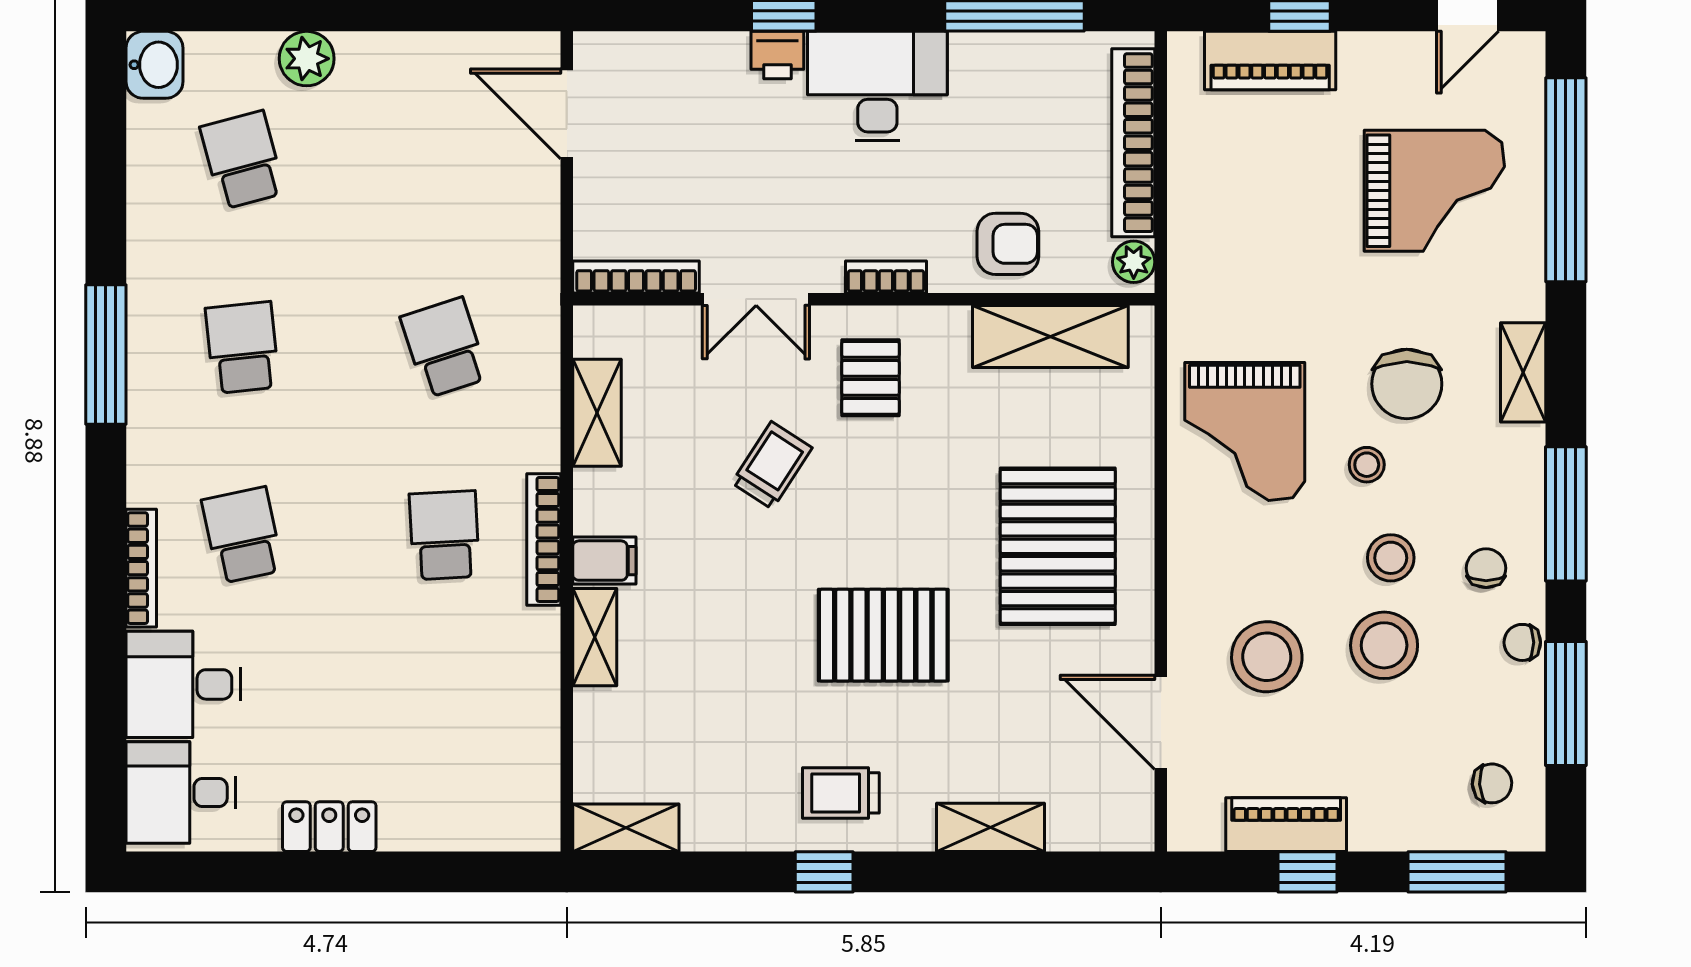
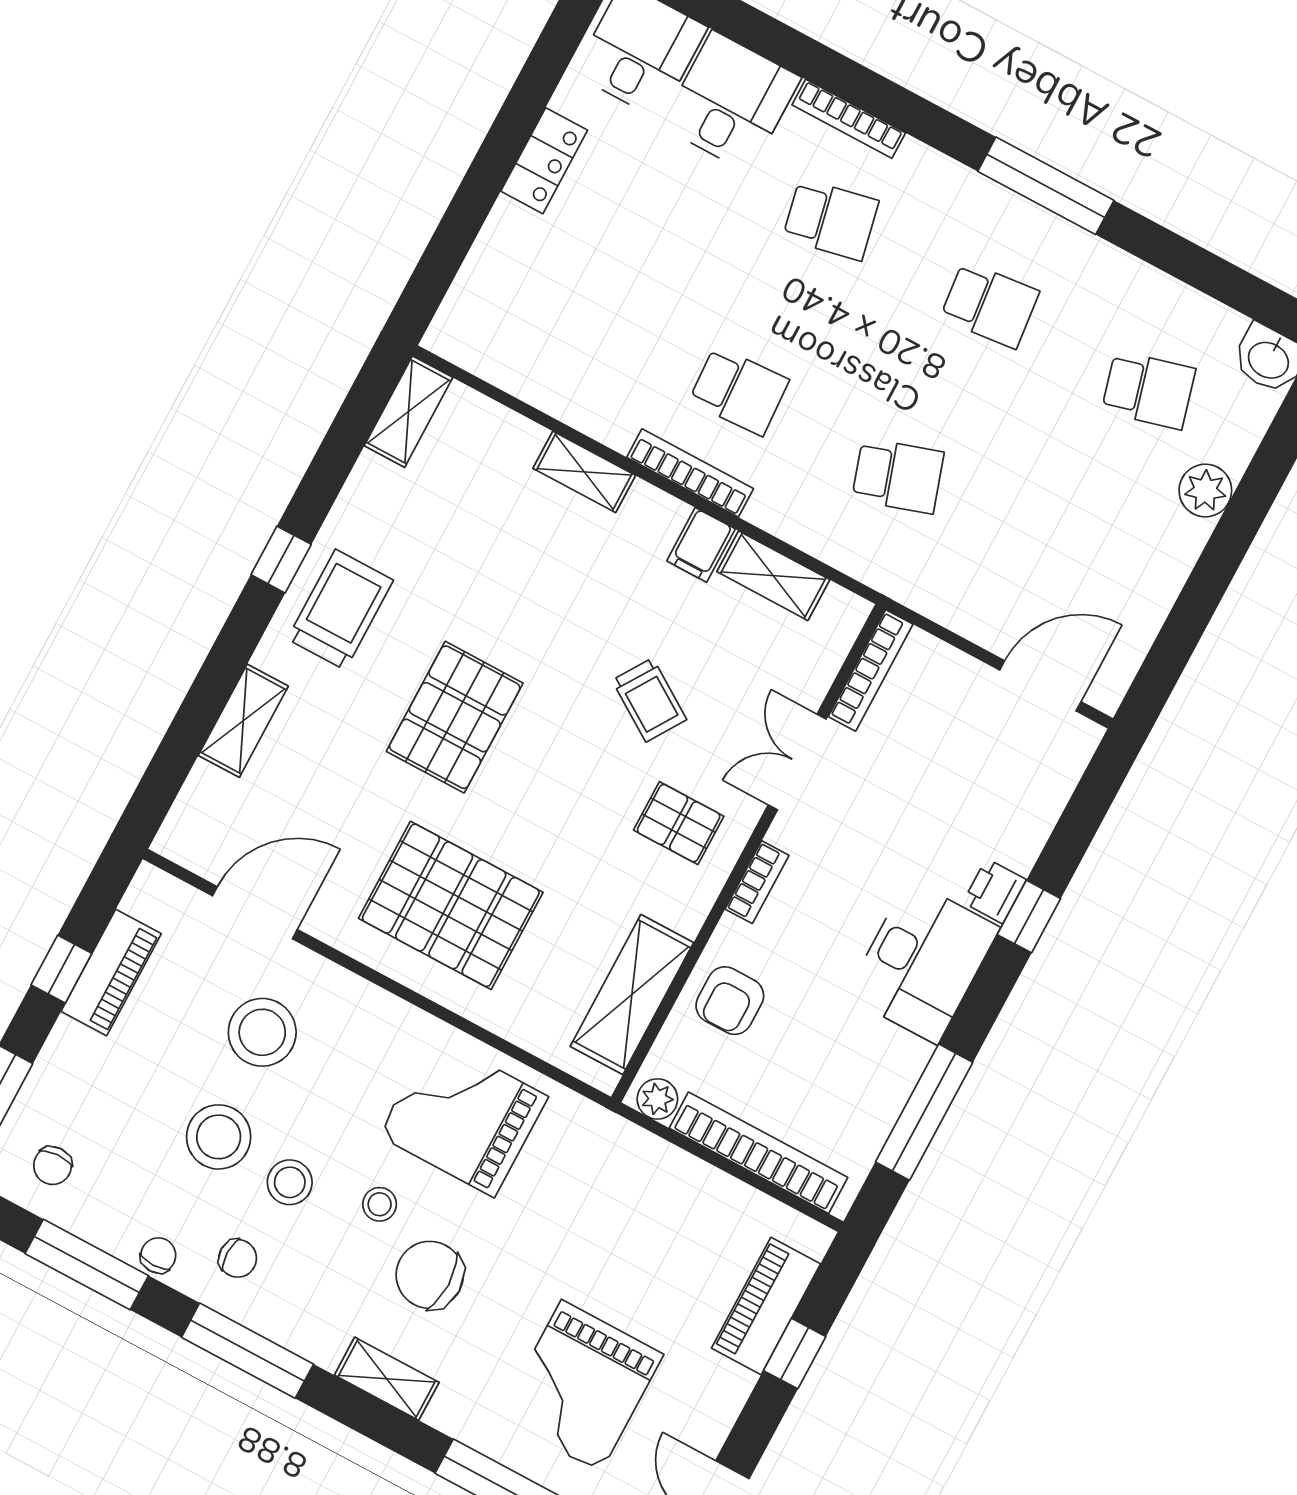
filing cabinet: (604, 561) -> (701, 545), moved
trolley: (841, 793) -> (340, 610), width x1.36, depth x1.39

